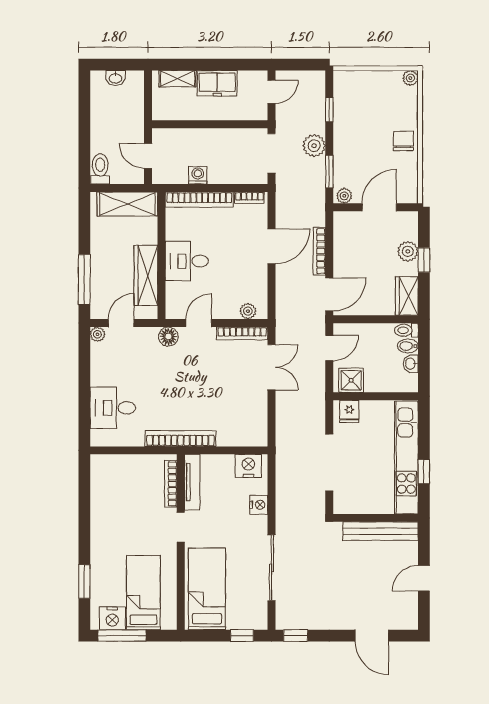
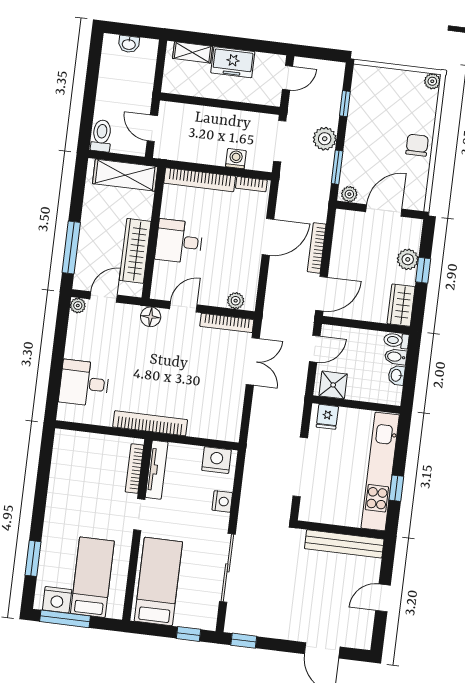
washing machine: (198, 175) -> (236, 159), moved

